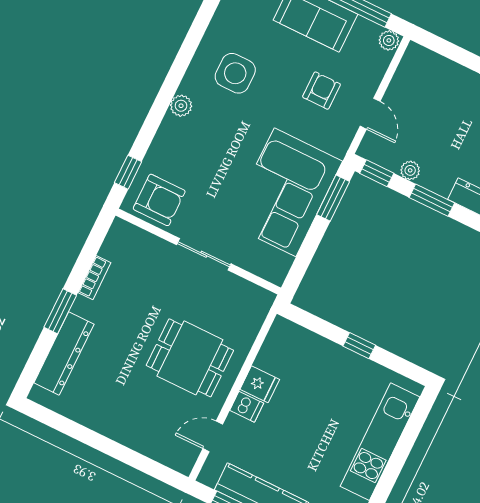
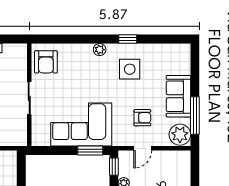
plant: (389, 40) -> (180, 135), width x1.87, depth x1.87
window: (128, 172) -> (128, 39), moved

